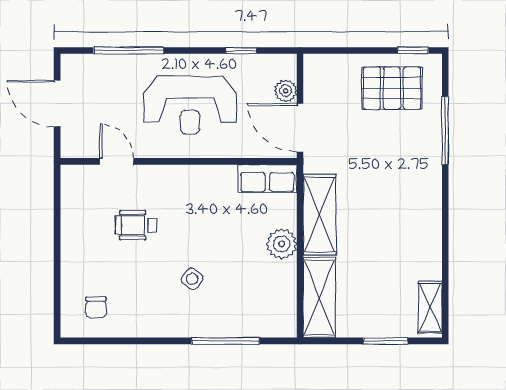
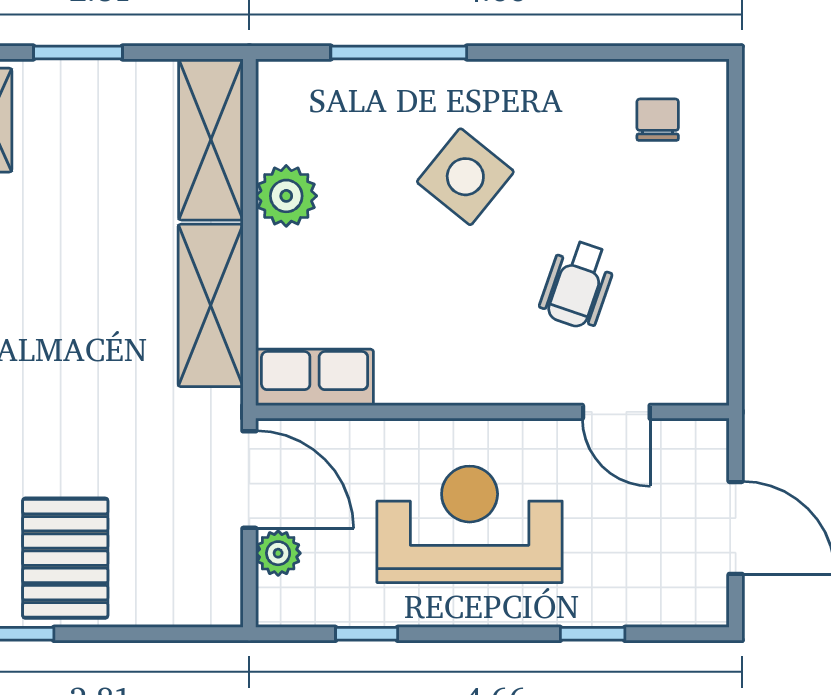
window: (129, 51) -> (593, 634), width x0.46
pallet: (392, 88) -> (65, 558), turned 90
wheelchair: (136, 225) -> (578, 284), turned 109
plant: (282, 244) -> (286, 196), moved
side table: (192, 279) -> (465, 177), width x1.87, depth x1.87

